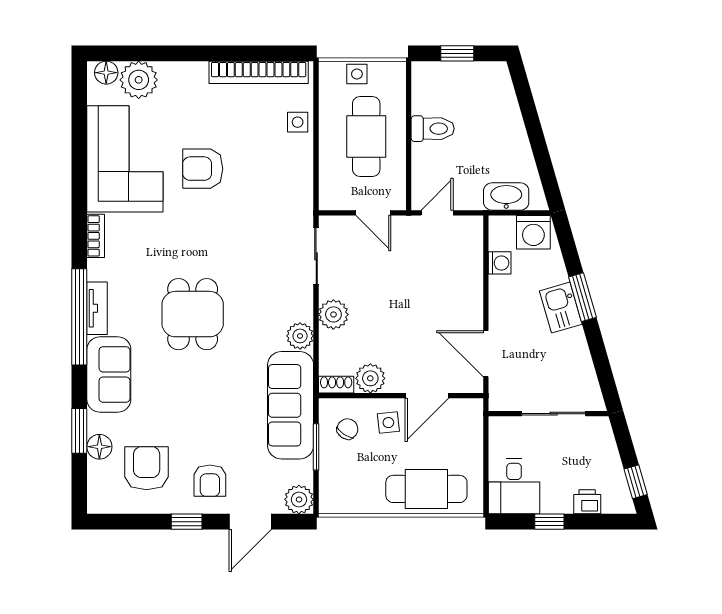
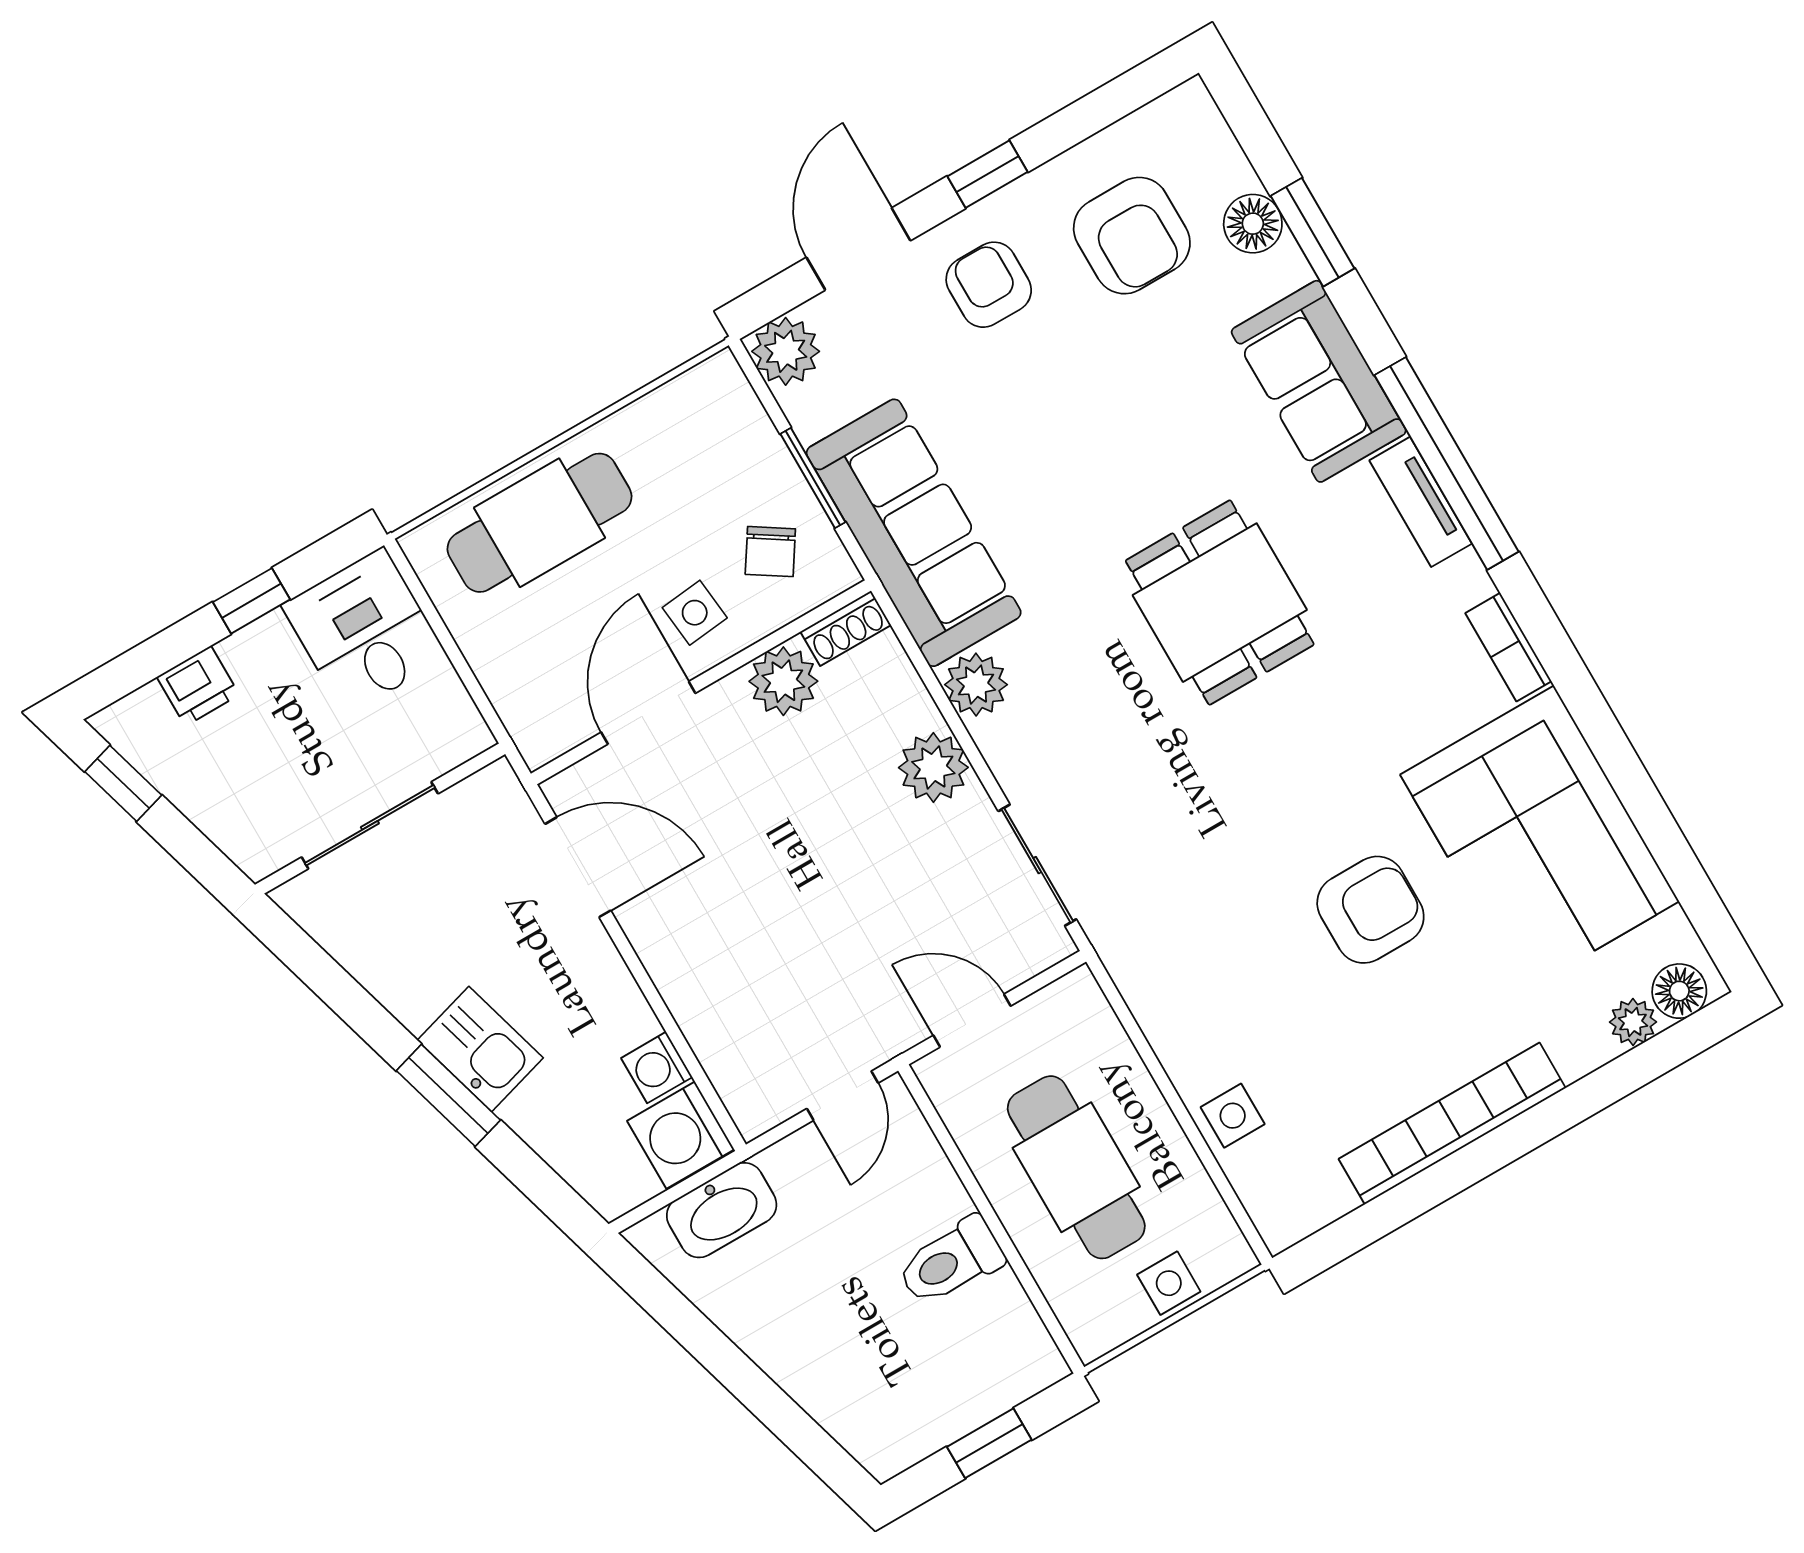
bookcase: (259, 72) -> (1452, 1124), moved
plant: (139, 80) -> (1633, 1022), width x0.53, depth x0.53
washing machine: (533, 232) -> (681, 1135), moved, turned -90

